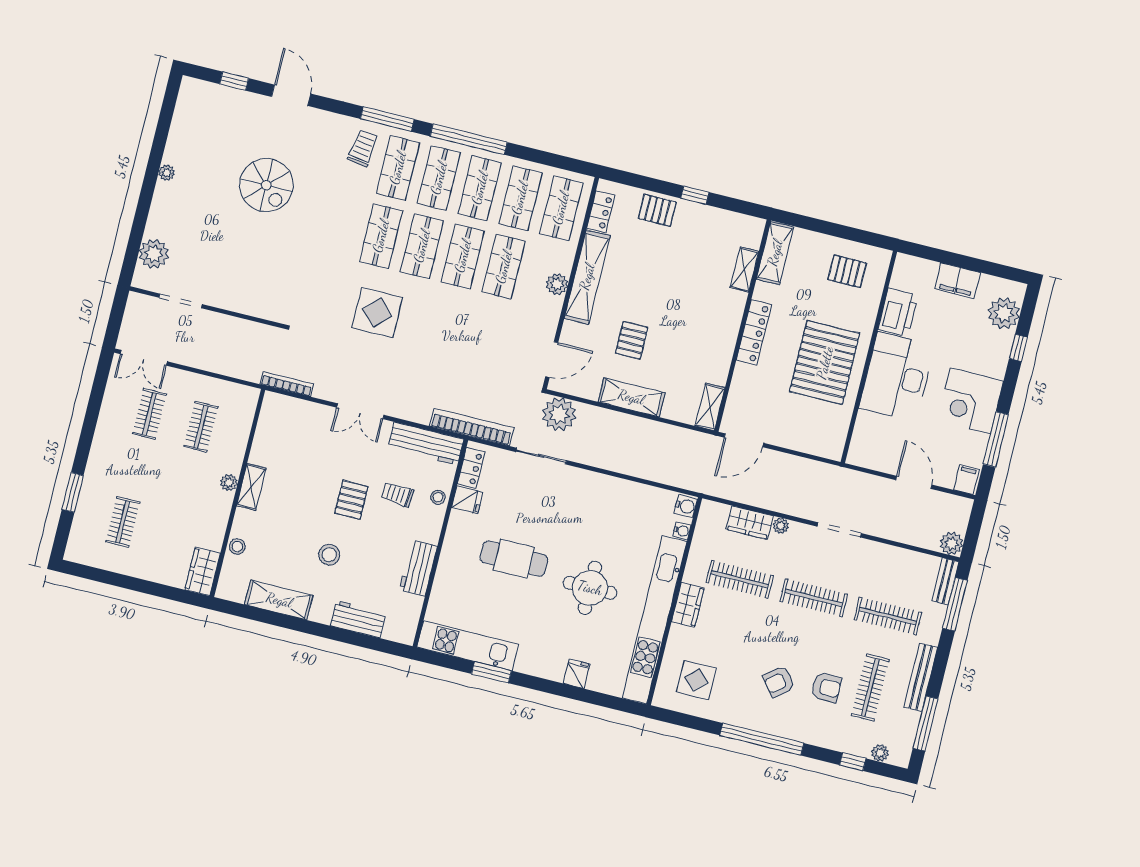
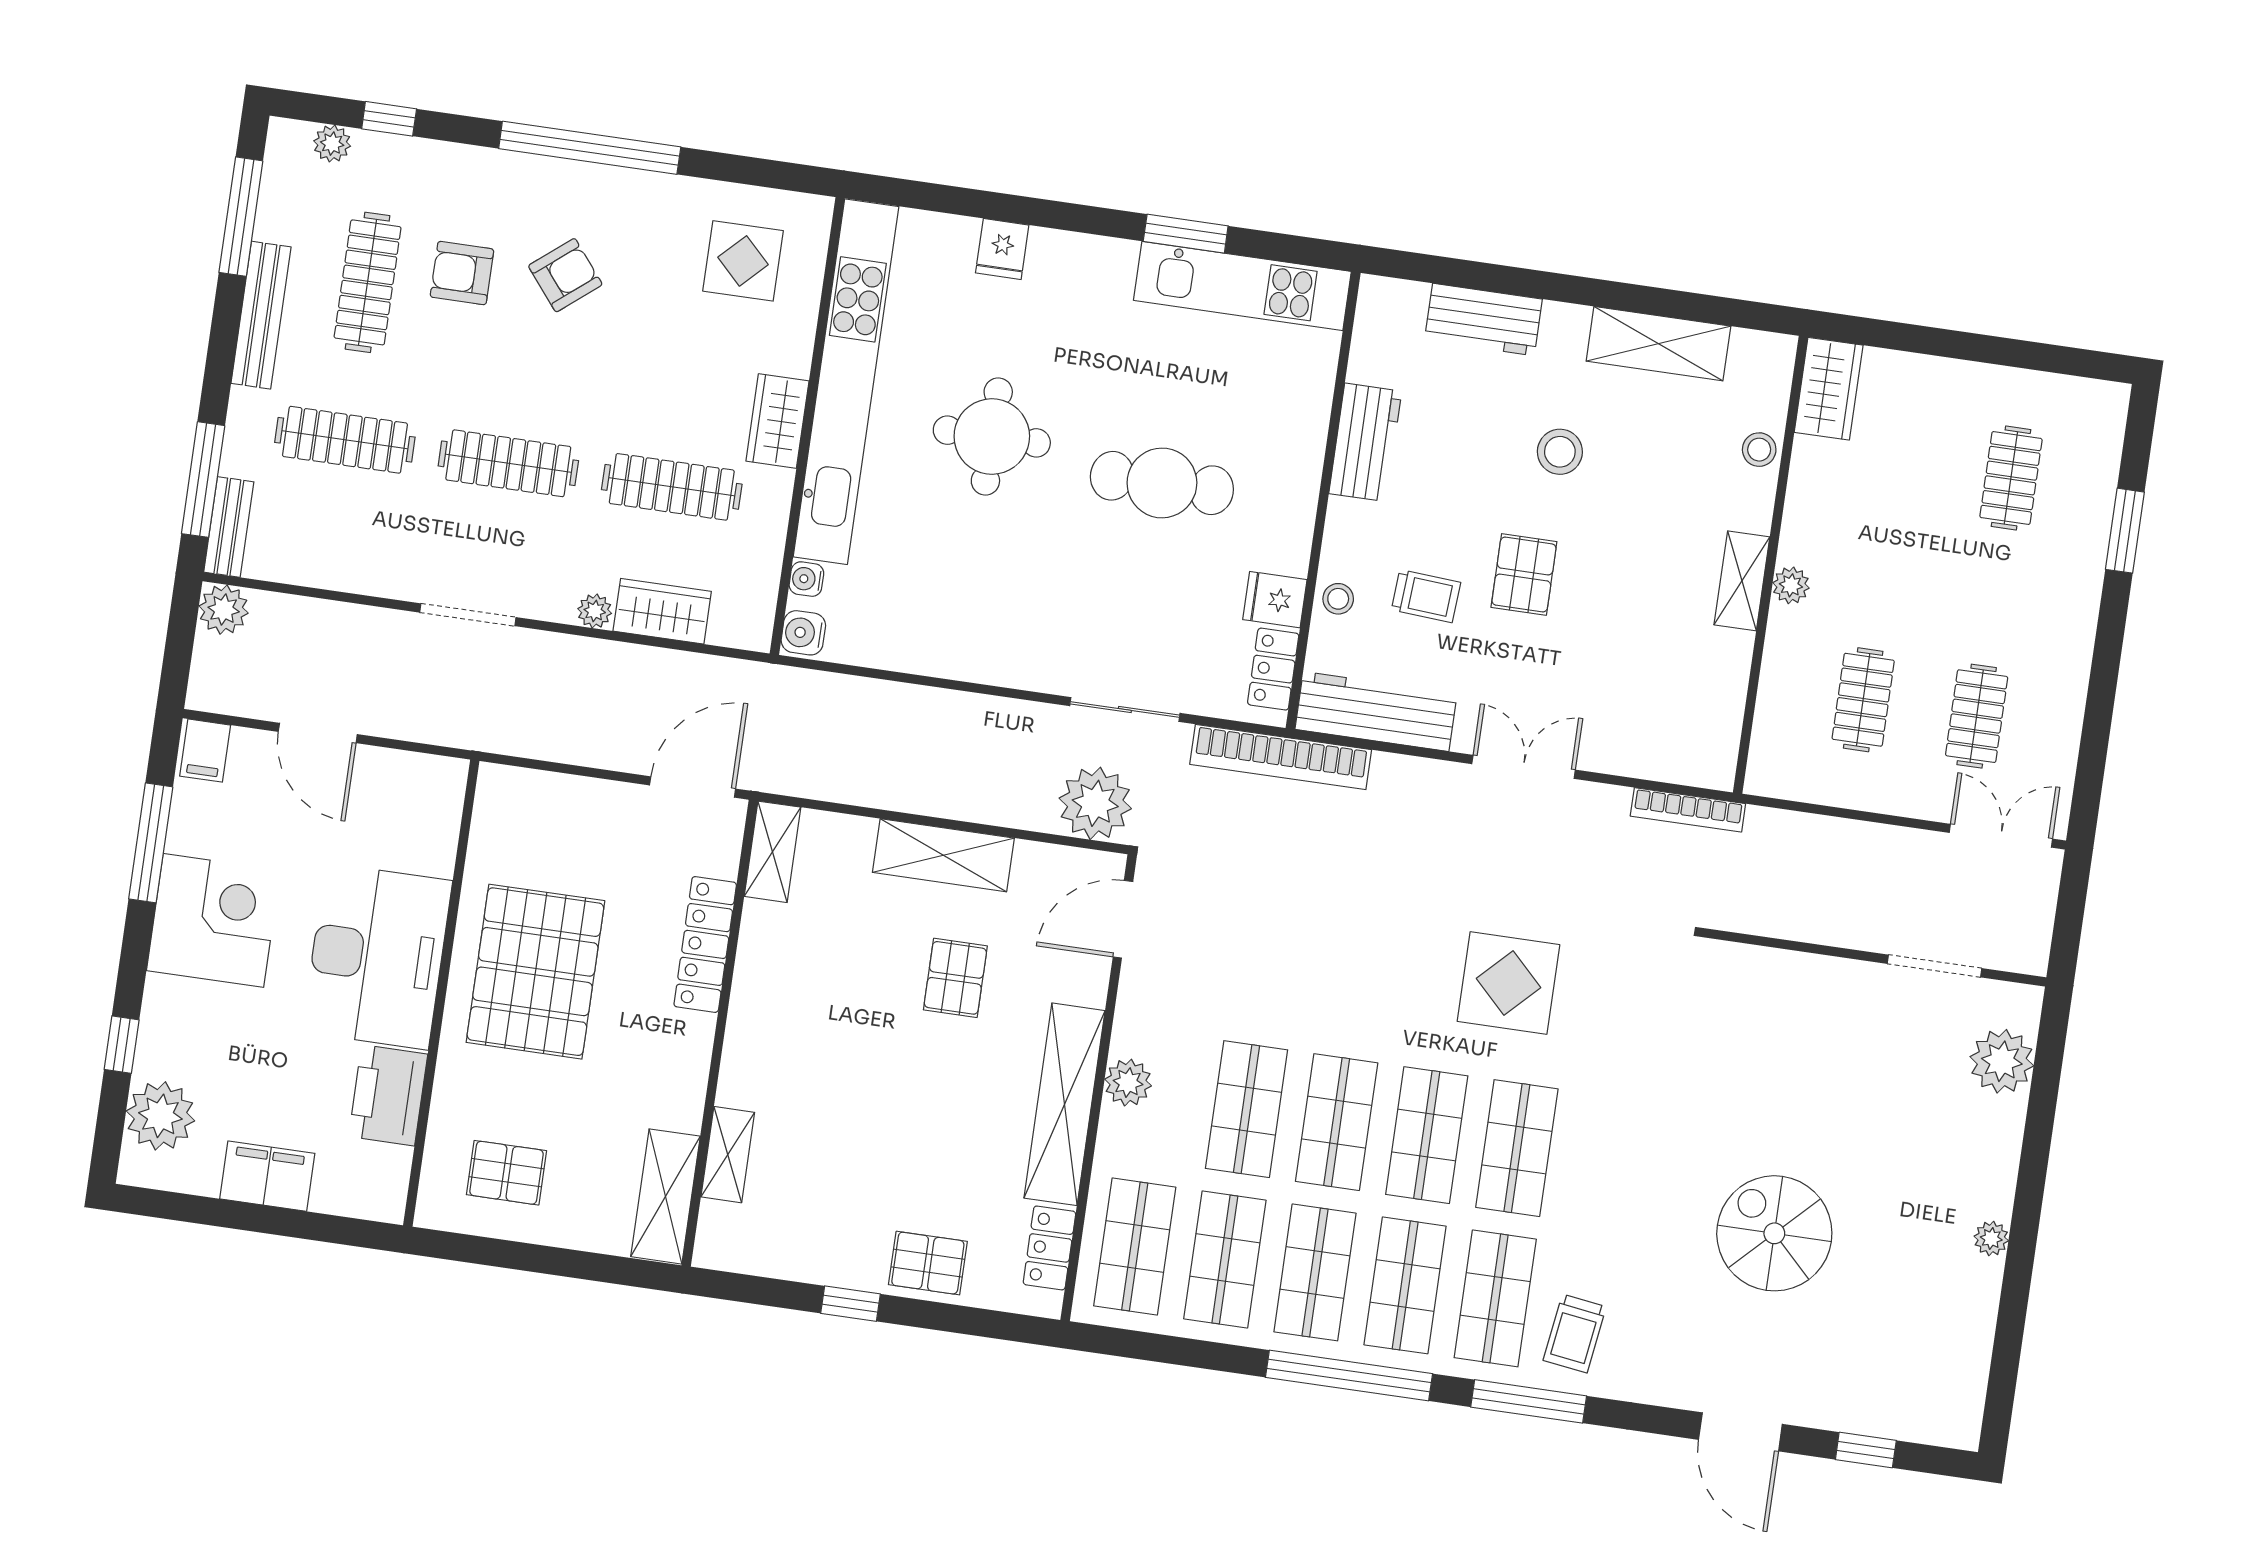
locker: (754, 332) -> (705, 944), moved

